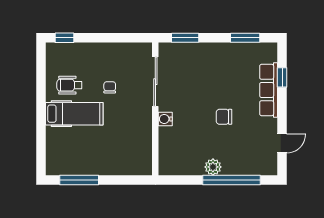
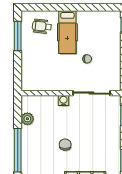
wheelchair: (69, 85) -> (42, 26), moved, turned -84
plant: (213, 167) -> (27, 119), moved

